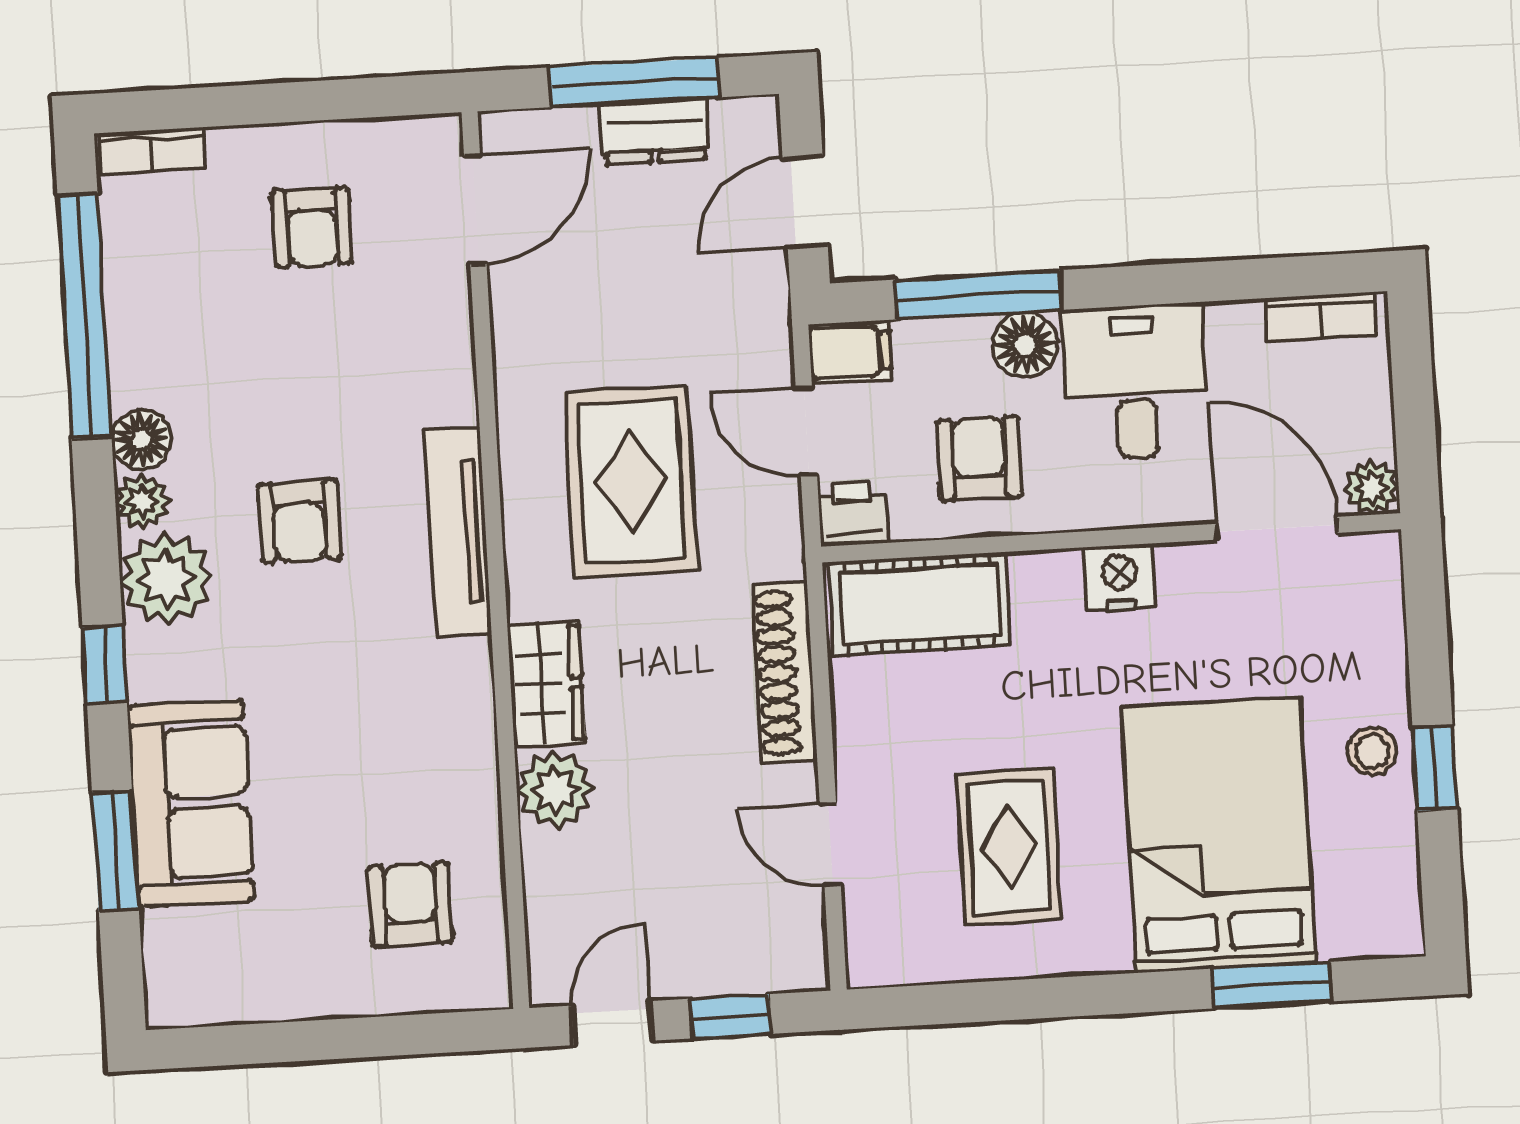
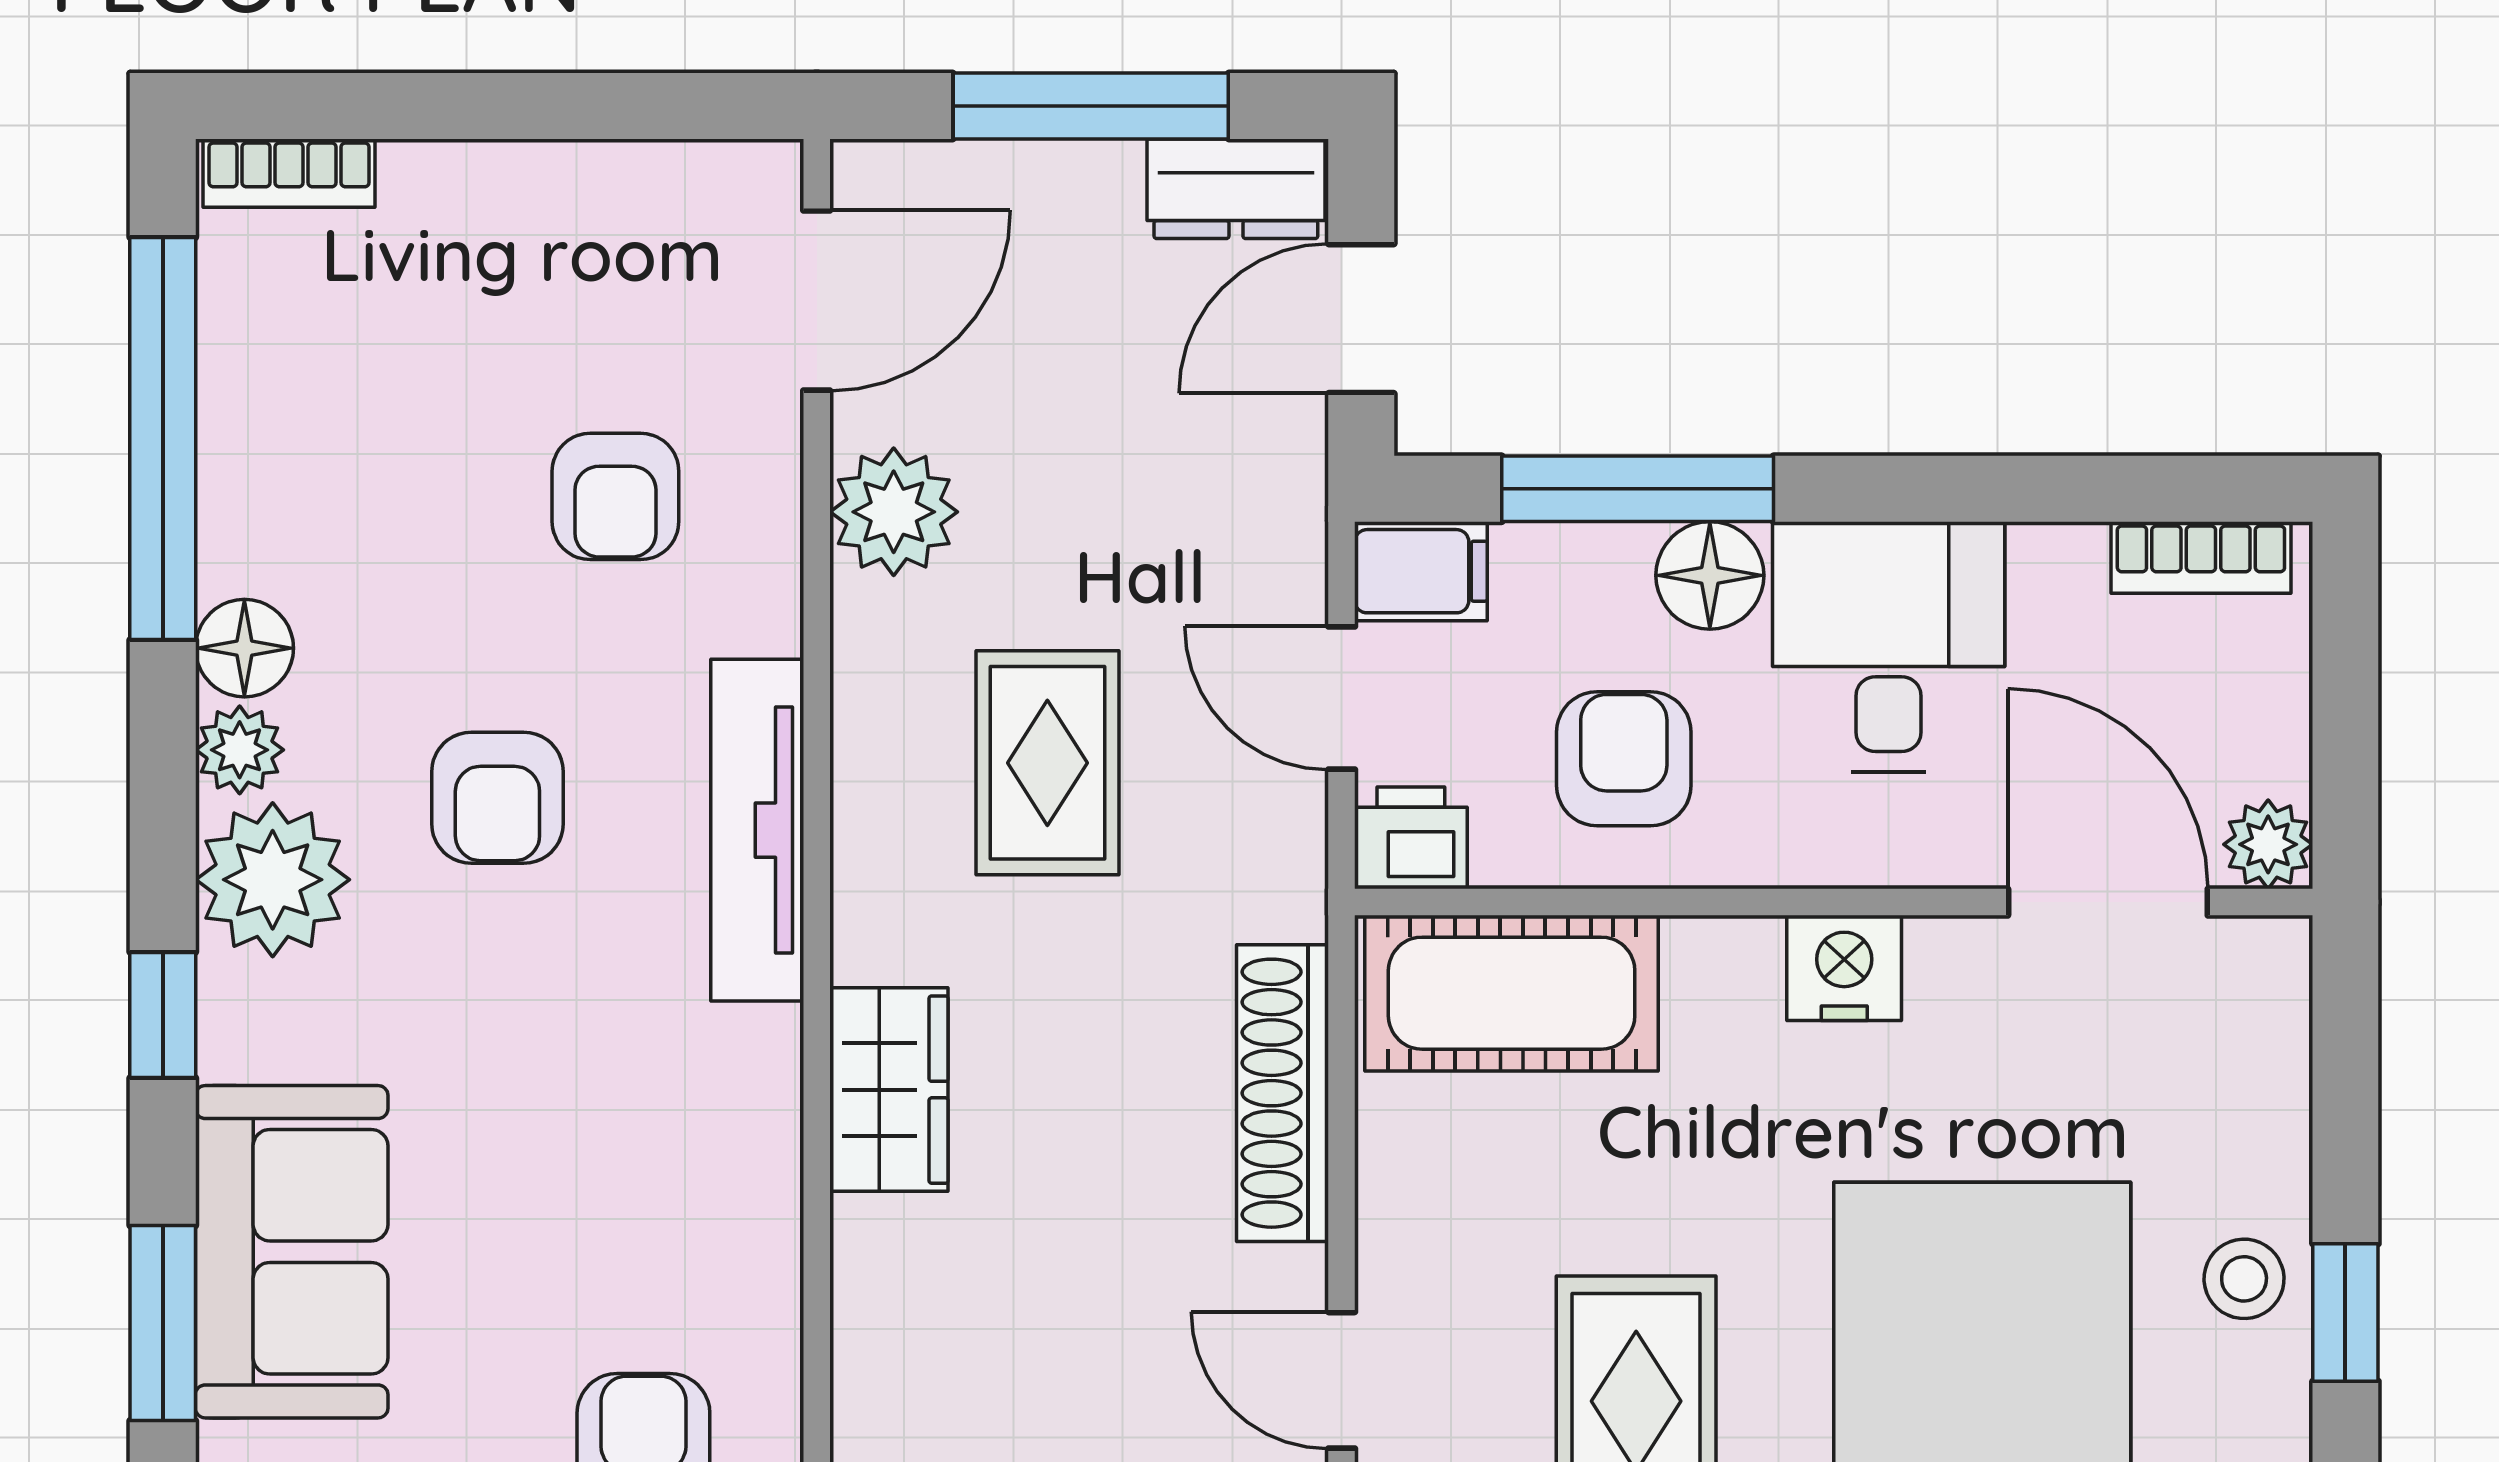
dresser: (654, 131) -> (1236, 189), moved
armchair: (312, 227) -> (615, 496), moved
rug: (631, 481) -> (1047, 763), width x0.73, depth x0.70
plant: (555, 790) -> (894, 512), moved

